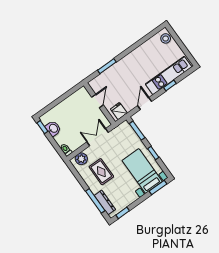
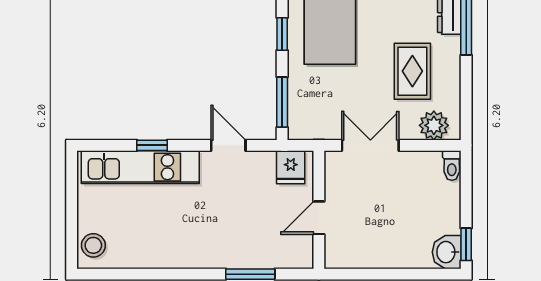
door: (145, 104) -> (228, 145), swing flipped
washbasin: (53, 128) -> (447, 252), moved
double door: (98, 137) -> (370, 145), swing flipped

